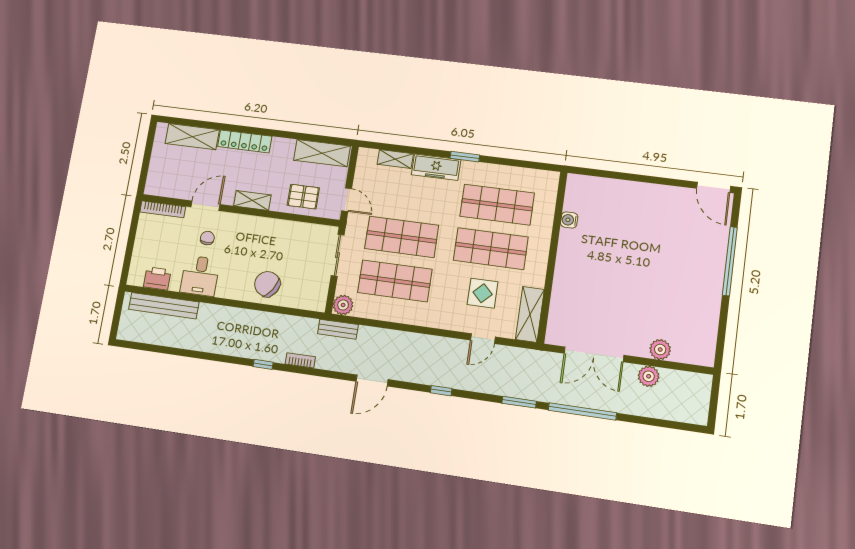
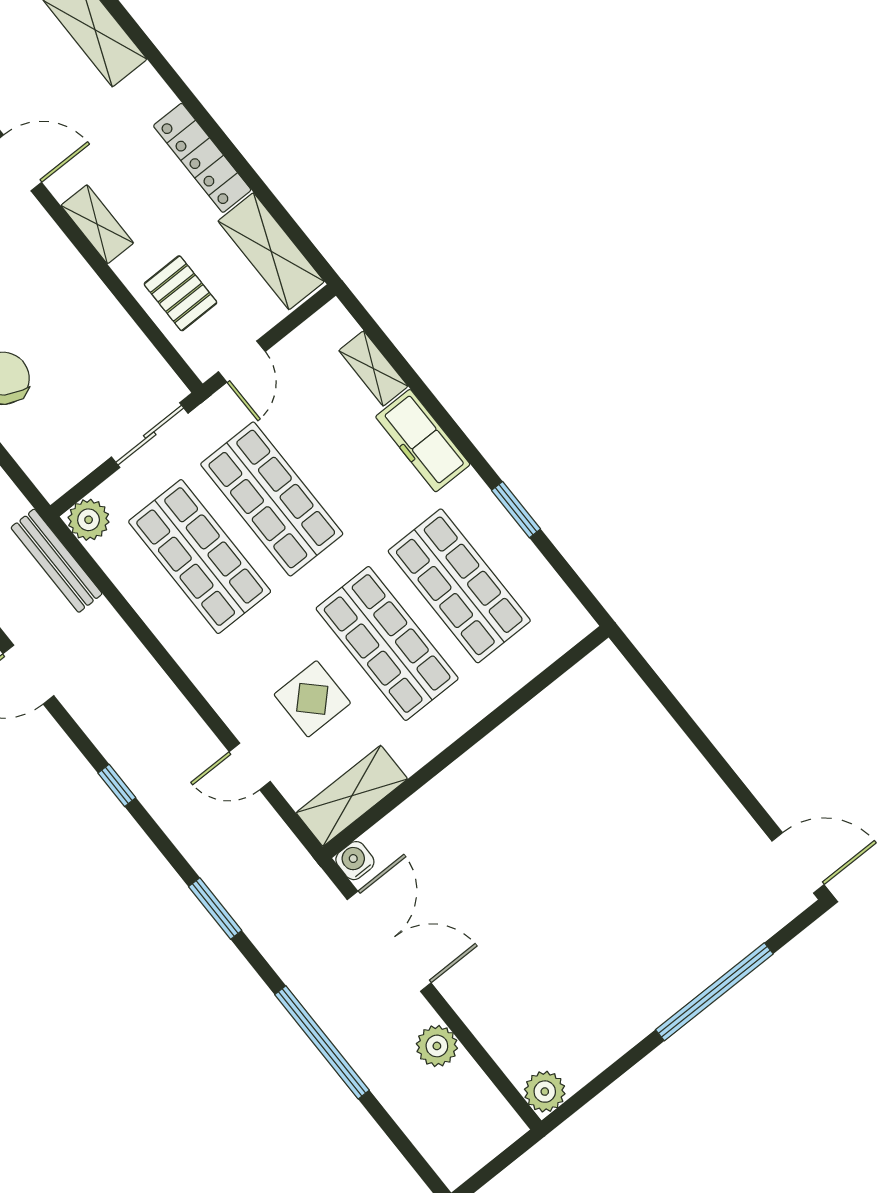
locker: (245, 141) -> (202, 158), moved
window: (465, 157) -> (516, 510), moved
door: (714, 187) -> (798, 863), swing flipped
water cooler: (569, 220) -> (355, 861), moved
bench: (338, 329) -> (57, 561), width x1.36
plant: (660, 350) -> (545, 1092), moved
double door: (594, 354) -> (389, 941), swing flipped
window: (582, 411) -> (322, 1042), moved

